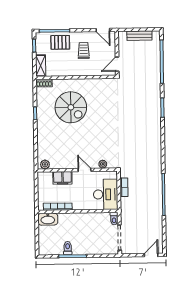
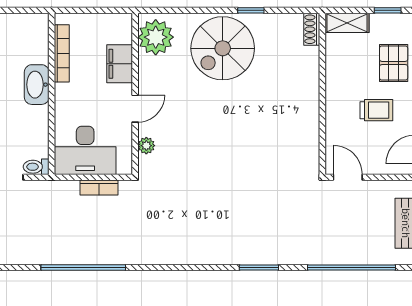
spiral stairs: (71, 107) -> (223, 48), moved
plant: (45, 164) -> (156, 37), width x1.88, depth x1.88
washbasin: (48, 219) -> (37, 85), moved

